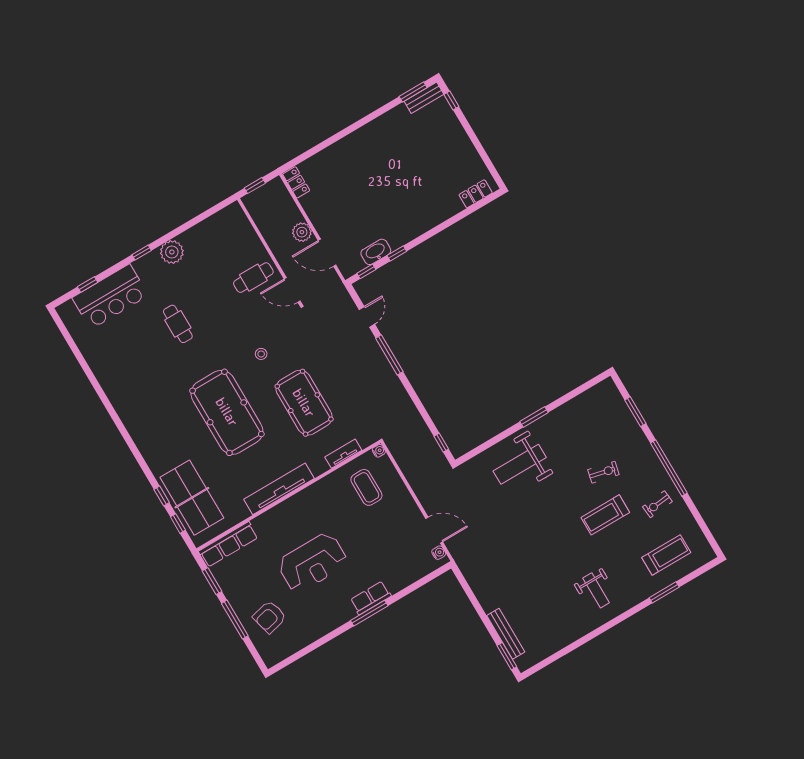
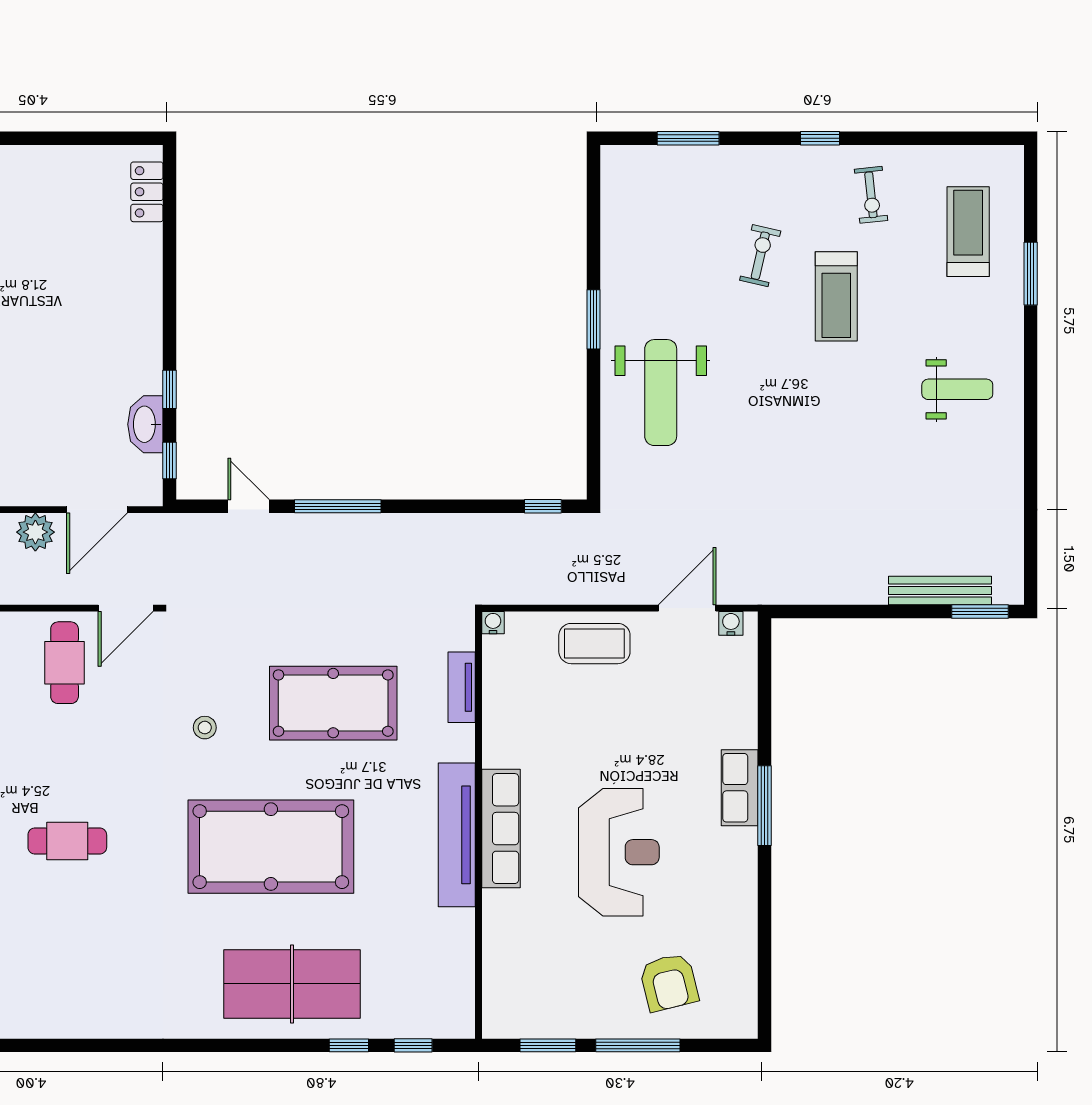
window: (669, 468) -> (820, 138), width x0.32
coffee table: (366, 487) -> (594, 644), moved
table tennis table: (192, 498) -> (292, 984), moved
row of seats: (228, 544) -> (501, 829), moved

